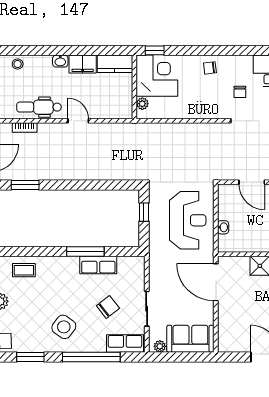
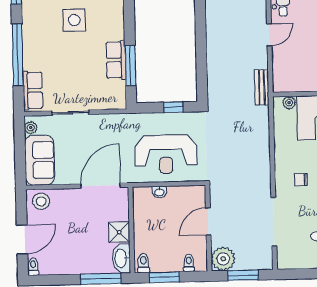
chair: (240, 92) -> (301, 180), moved
bench: (127, 129) -> (262, 87), added
window: (85, 252) -> (130, 66), moved
chair: (108, 307) -> (71, 71), removed
side table: (64, 327) -> (74, 20), moved, turned -36
stool: (229, 338) -> (41, 201), added

